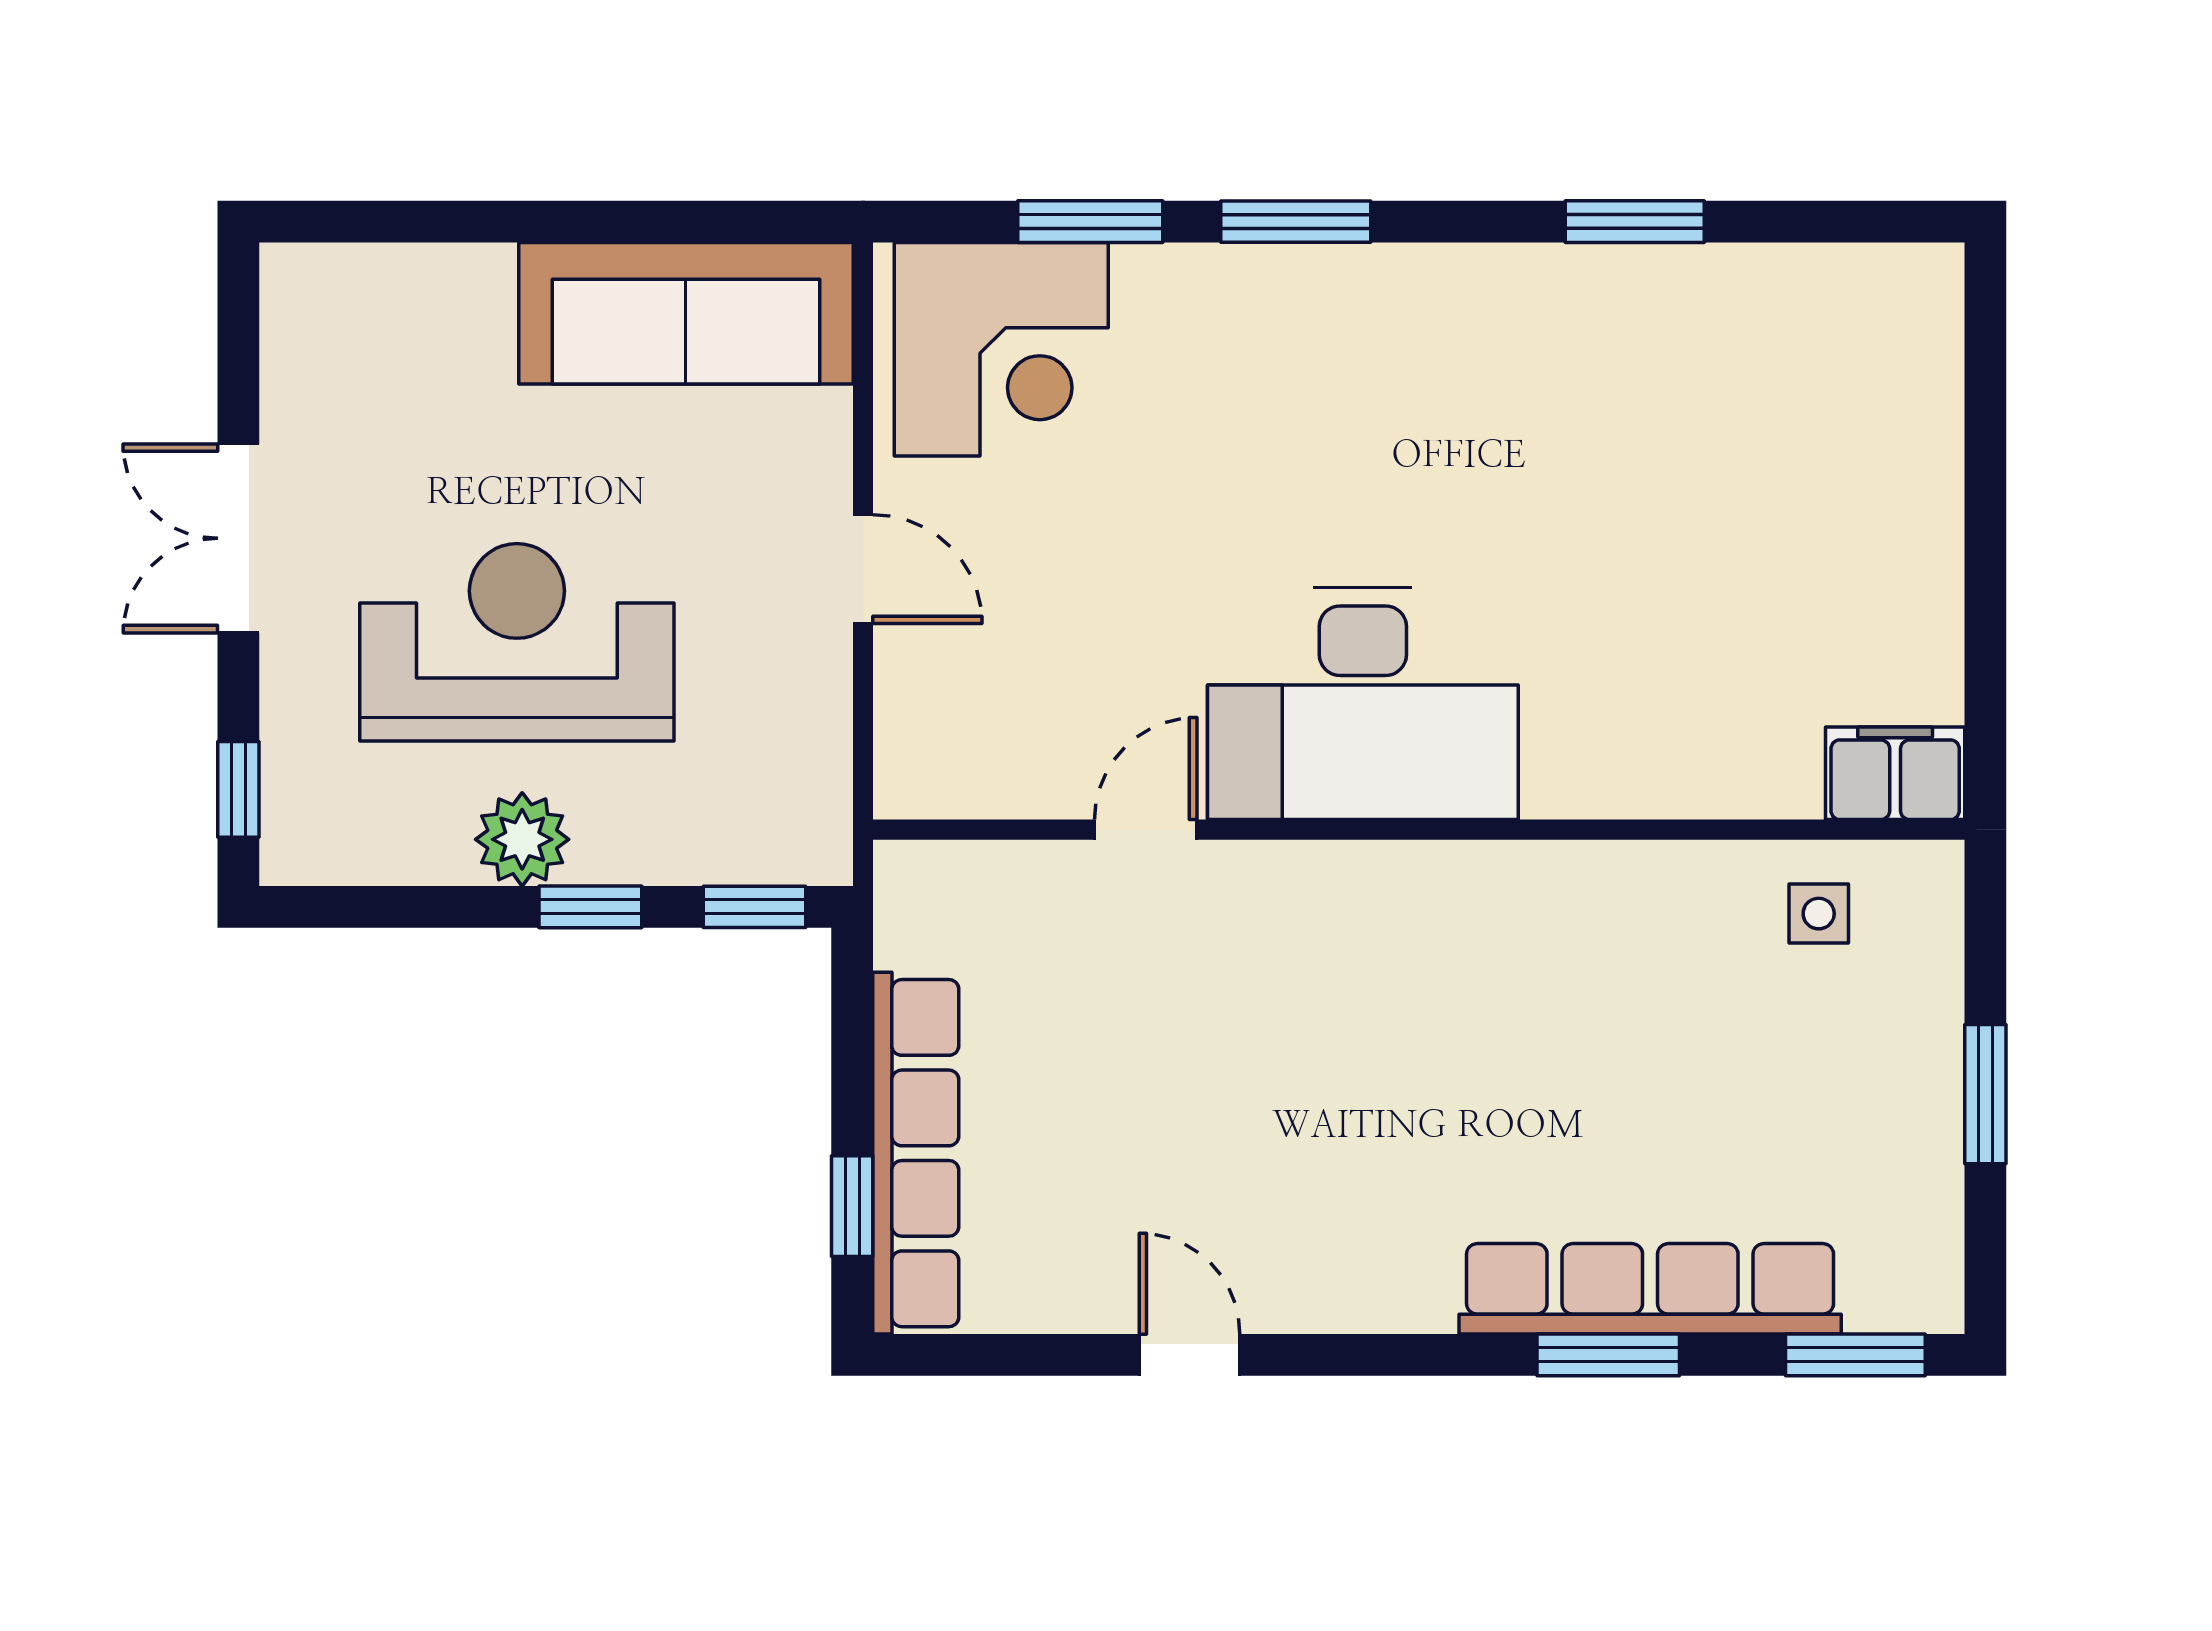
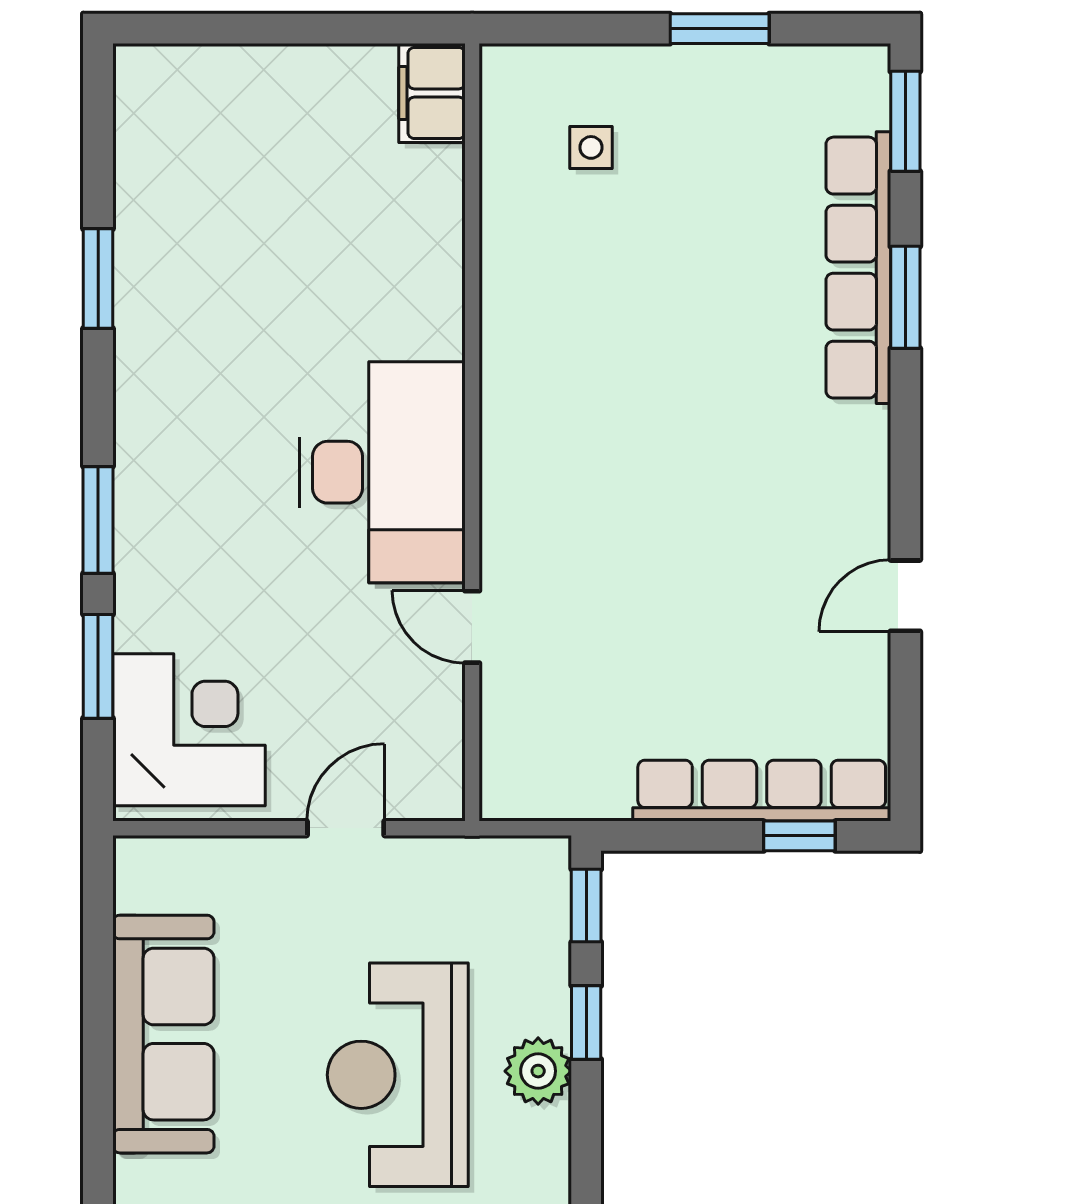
sofa: (686, 313) -> (163, 1034), moved
desk: (1363, 703) -> (382, 472), moved
filing cabinet: (1895, 773) -> (432, 93), moved
door: (1146, 830) -> (472, 627), moved
wall: (1419, 830) -> (472, 432), moved

